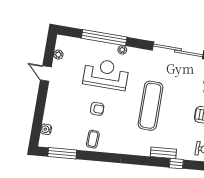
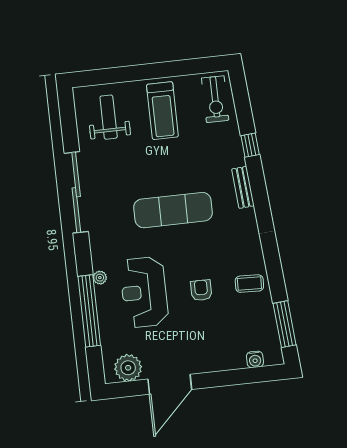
plant: (58, 55) -> (128, 368), width x1.88, depth x1.88
door: (46, 74) -> (170, 384), width x1.87
bench: (163, 153) -> (243, 187), moved

